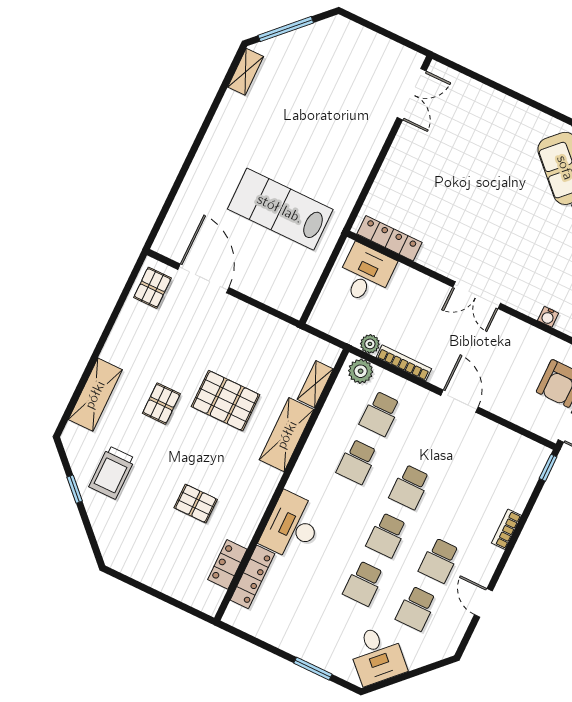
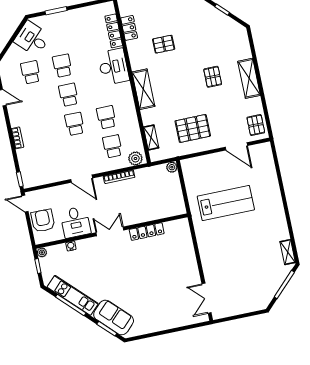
locker: (389, 238) -> (147, 232), moved
desk: (366, 274) -> (75, 222), moved
door: (203, 278) -> (236, 146), width x0.73
plant: (370, 344) -> (172, 167), moved
shelving: (95, 395) -> (249, 78), moved
pallet: (226, 401) -> (193, 128), moved
shelving: (287, 435) -> (143, 89), moved
trolley: (112, 473) -> (211, 30), removed
school desk: (439, 560) -> (37, 101), removed

